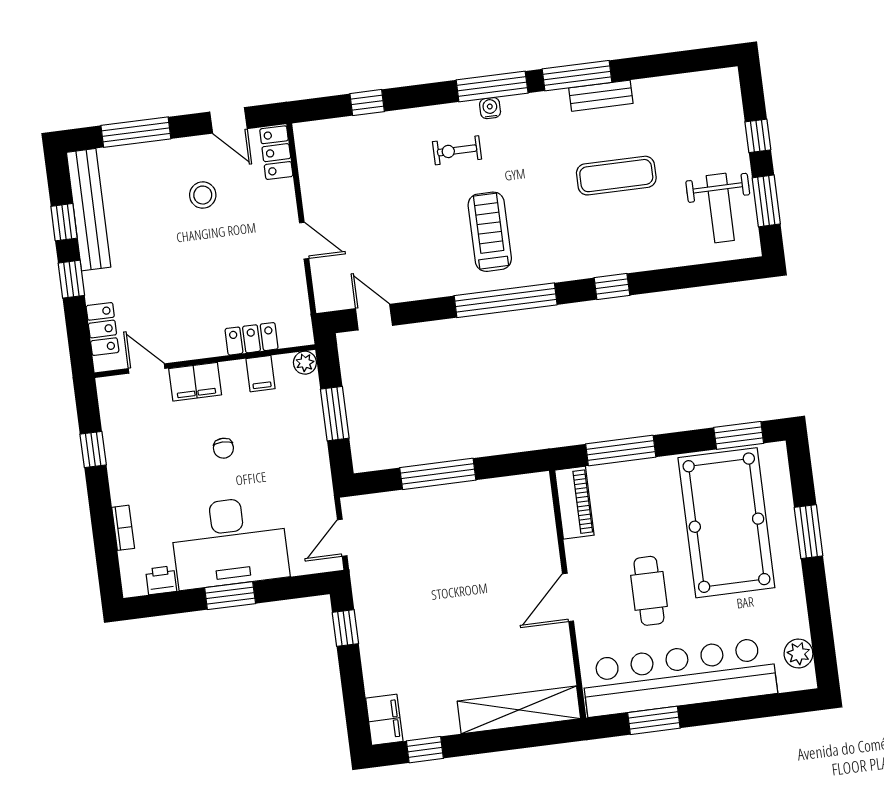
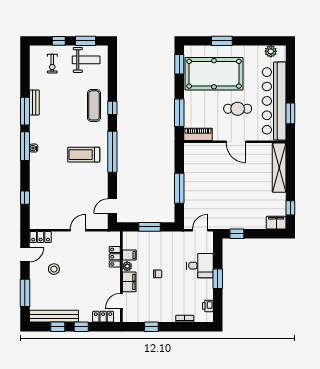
exercise bike: (457, 150) -> (52, 64), moved
exercise mat: (616, 176) -> (94, 105), moved
plant: (305, 363) -> (127, 266), moved
door: (342, 538) -> (200, 230), swing flipped
desk: (229, 542) -> (200, 266), width x0.53, depth x0.77

